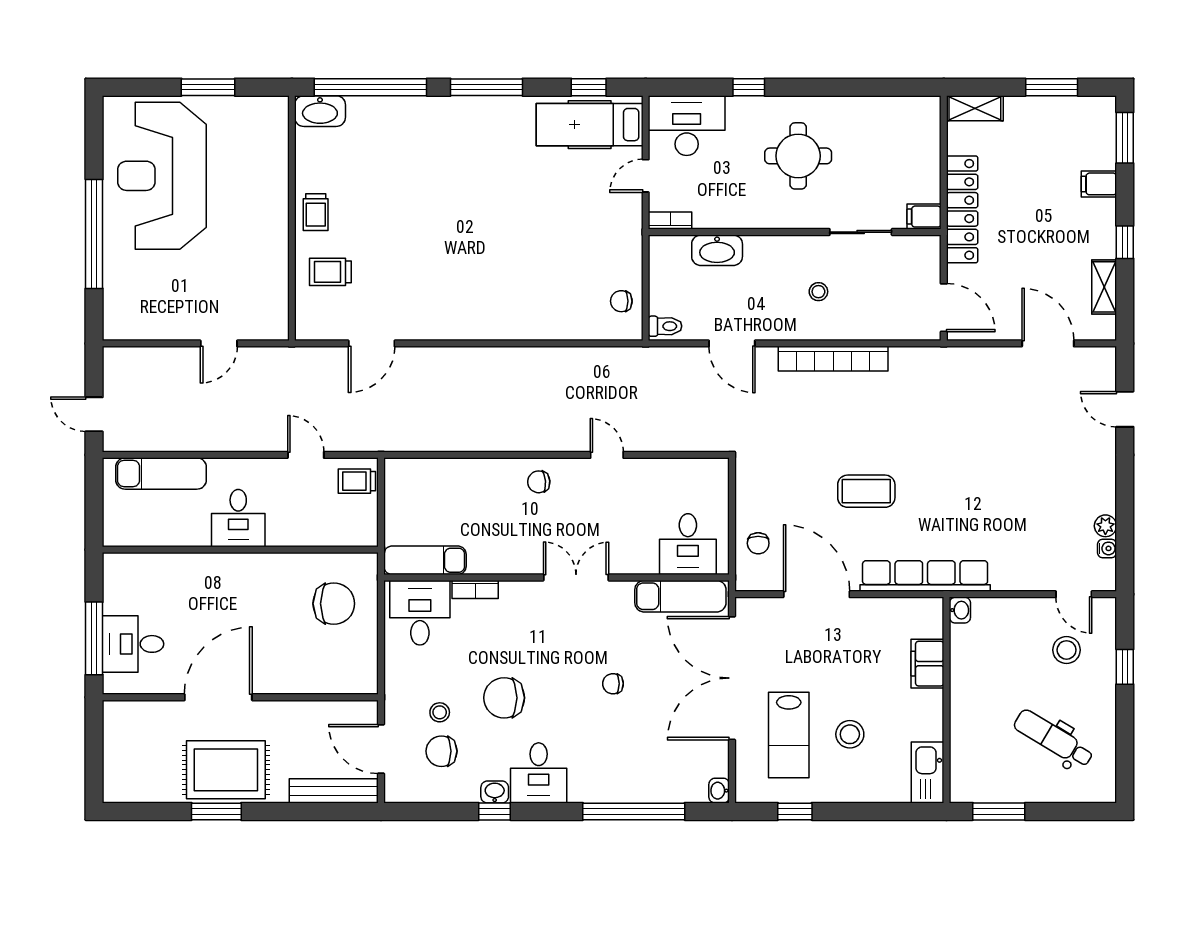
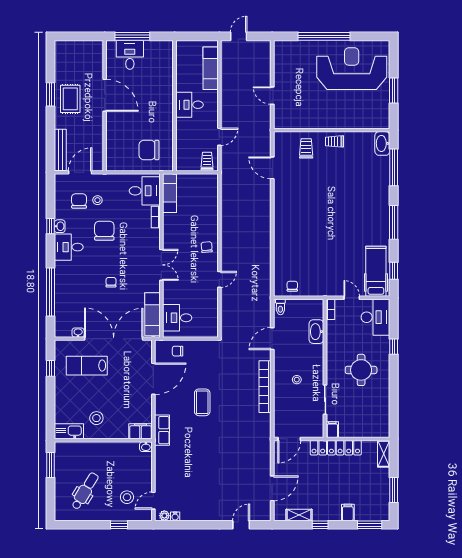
window: (370, 87) -> (394, 167), width x0.68
plant: (1105, 526) -> (164, 516), moved
row of seats: (925, 576) -> (162, 430), width x0.50
chair: (334, 604) -> (149, 150), turned 90
filing cabinet: (927, 664) -> (141, 431), moved
stool: (850, 734) -> (96, 418), moved
rug: (226, 770) -> (70, 99), width x0.73, depth x0.70
washbasin: (719, 791) -> (78, 333), moved

